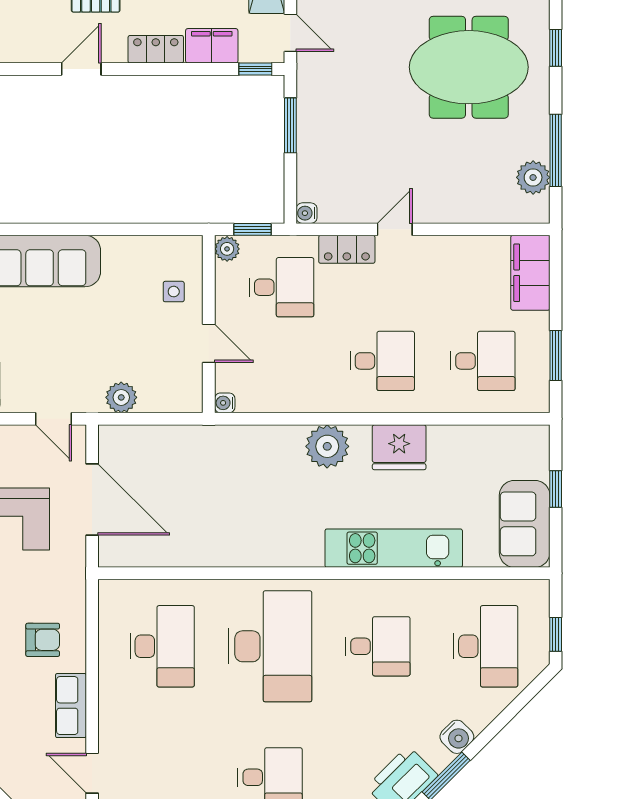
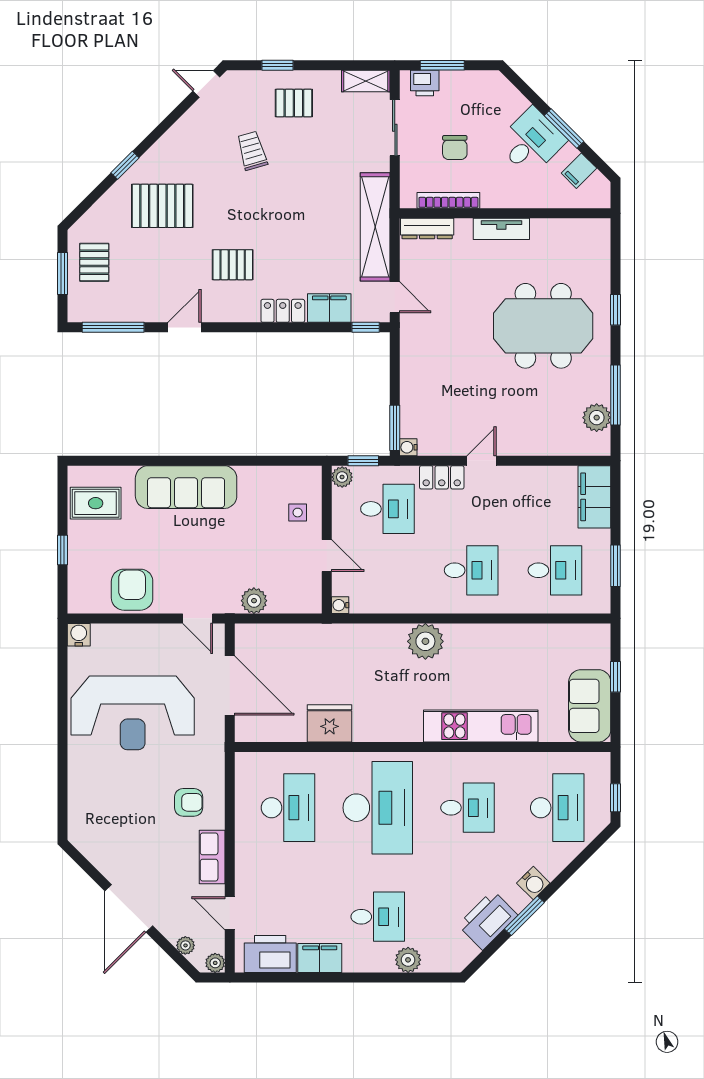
door: (81, 69) -> (184, 327), moved
window: (290, 125) -> (395, 428), moved
fridge: (399, 447) -> (330, 723), moved, turned 180

